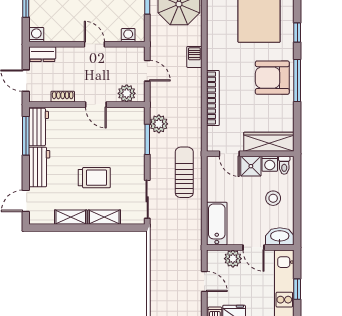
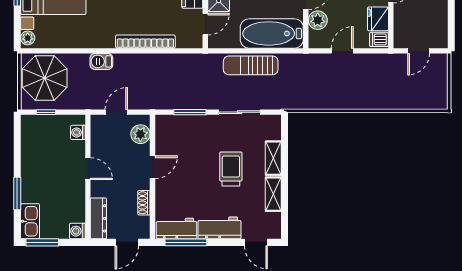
door: (94, 44) -> (88, 169), swing flipped
dresser: (42, 54) -> (98, 218), width x1.44
plant: (159, 124) -> (173, 100), removed
sun lounger: (184, 172) -> (251, 65), moved
sliding door: (147, 199) -> (239, 112), moved
bathtub: (217, 224) -> (272, 33), width x1.36, depth x1.36

